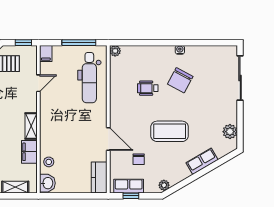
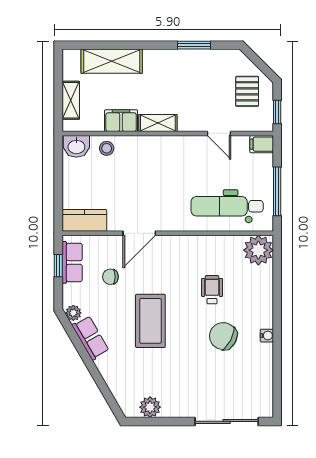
plant: (115, 51) -> (258, 250), width x1.87, depth x1.87
row of seats: (202, 161) -> (90, 338), moved

